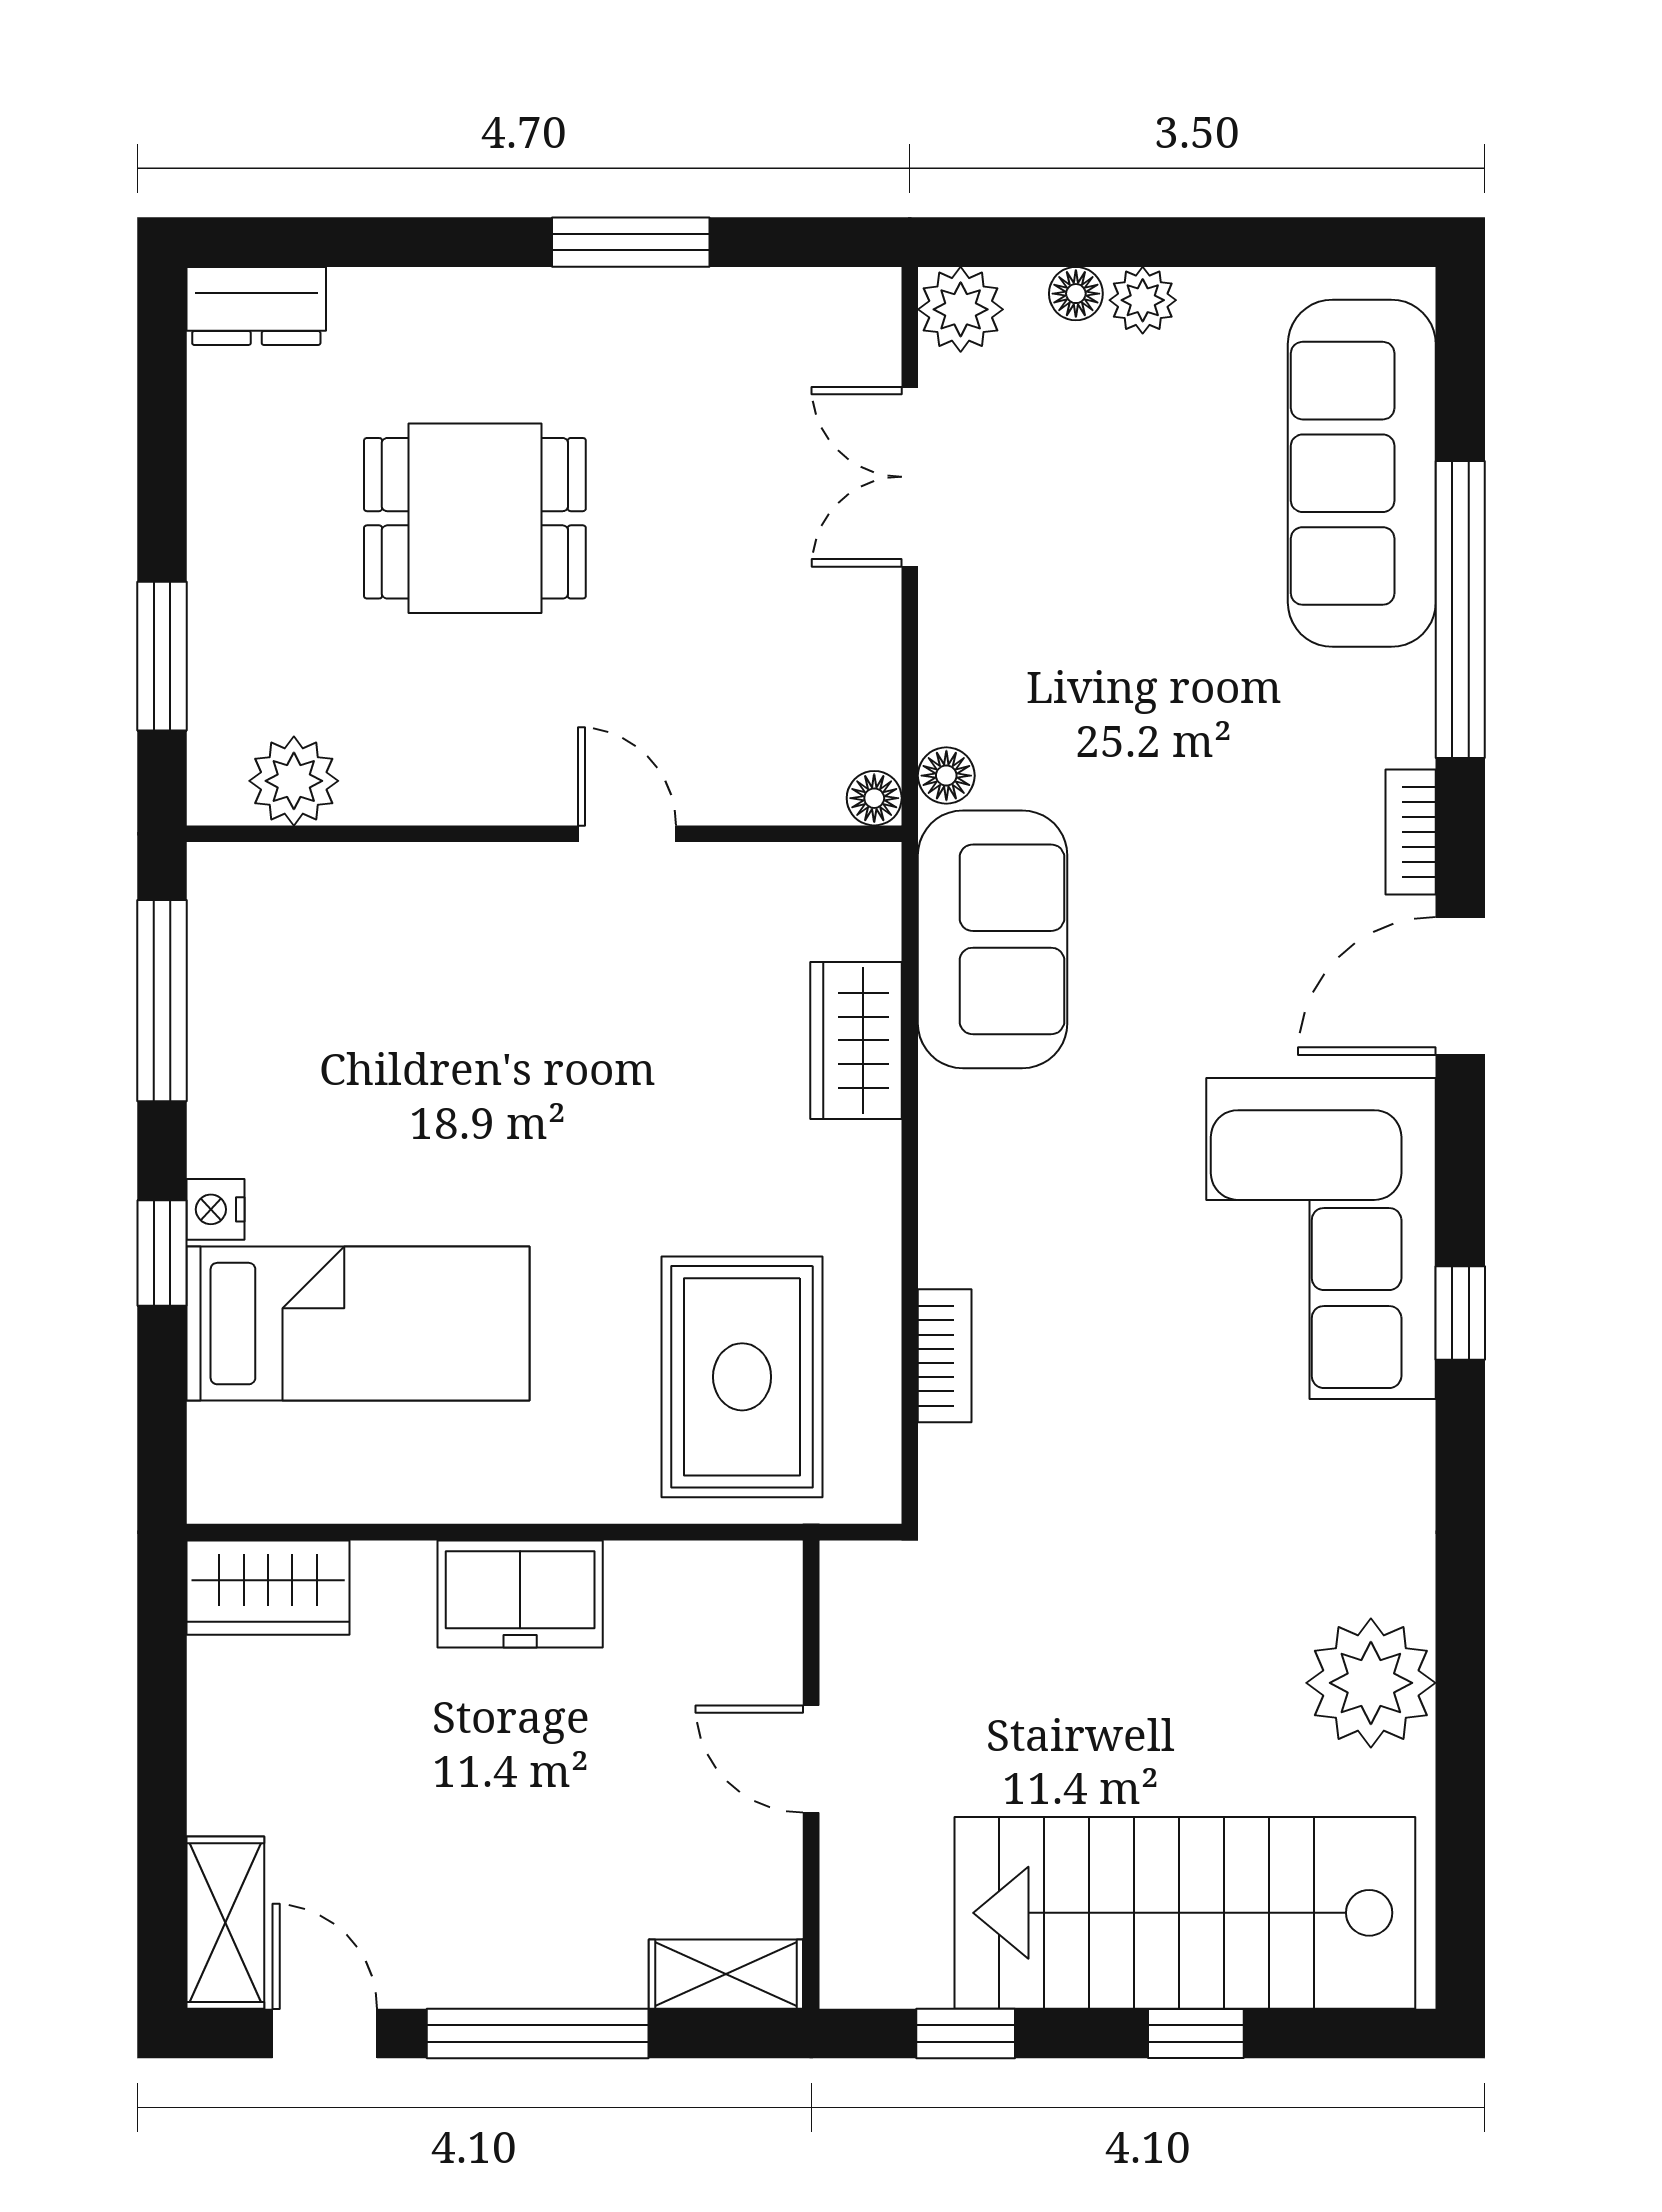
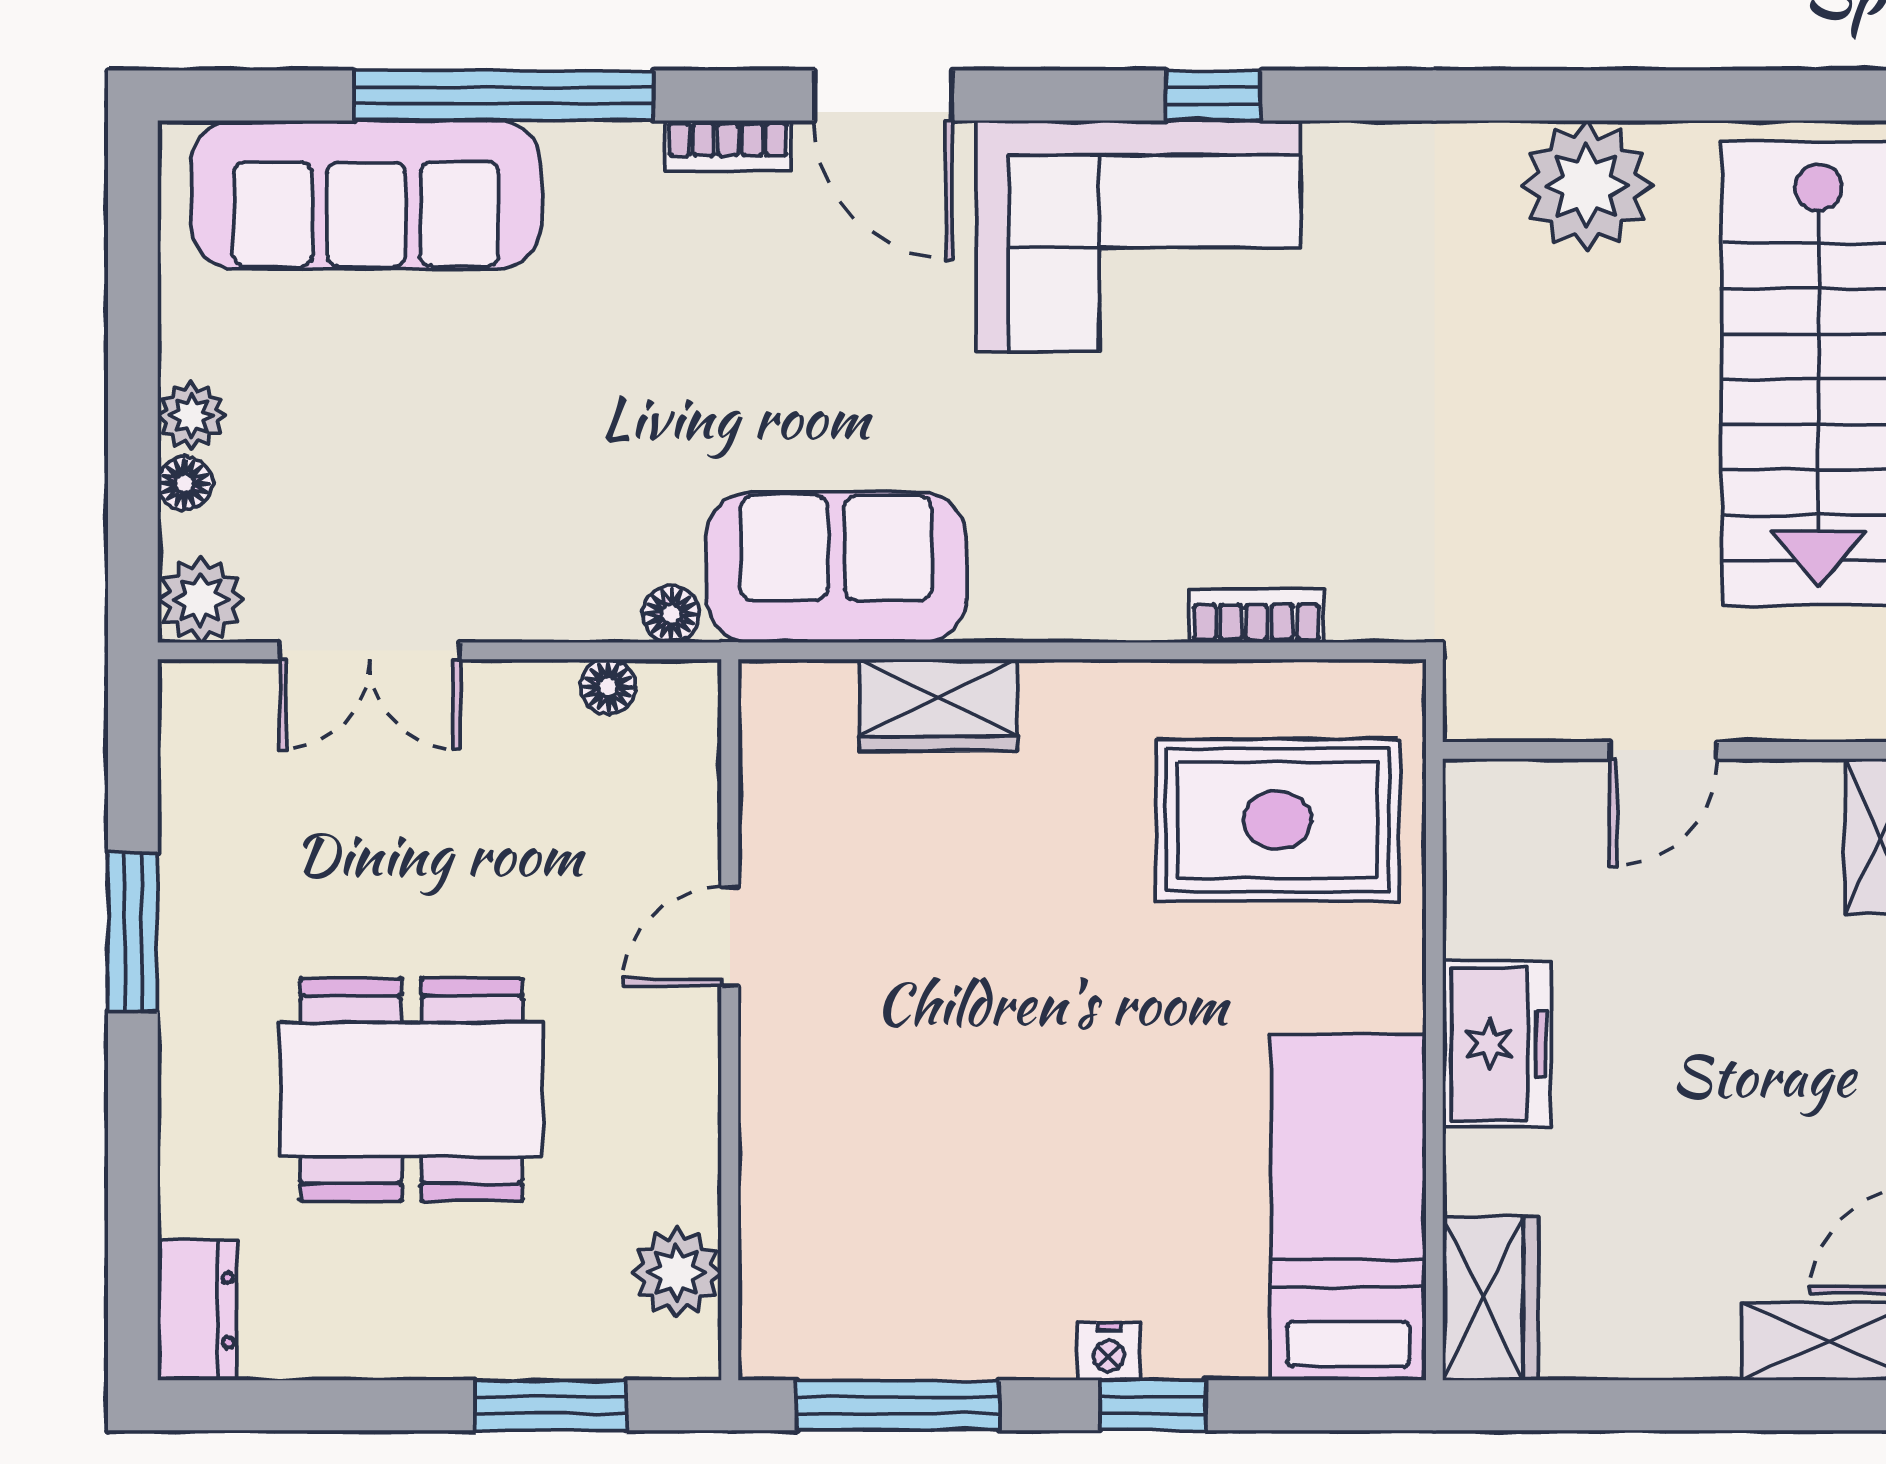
dining table: (475, 518) -> (411, 1090), width x1.37
floor lamp: (874, 798) -> (608, 687), moved
bed: (358, 1324) -> (1348, 1208), moved

